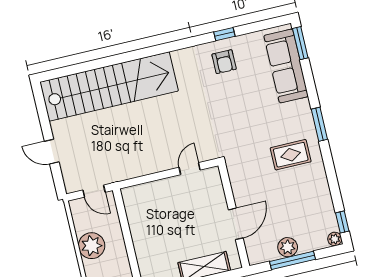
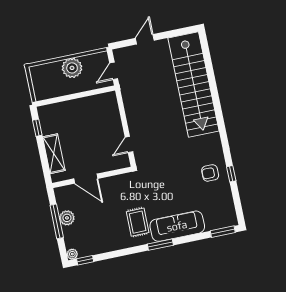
sofa: (286, 66) -> (177, 226), moved
door: (190, 169) -> (129, 145), swing flipped

